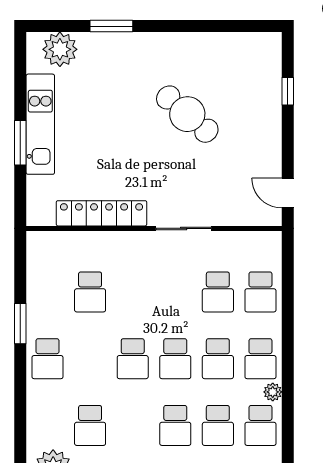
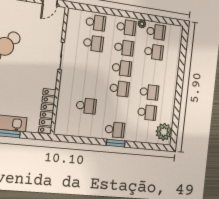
locker: (102, 213) -> (47, 111), moved
window: (20, 324) -> (116, 143), moved
school desk: (175, 425) -> (149, 92), moved

